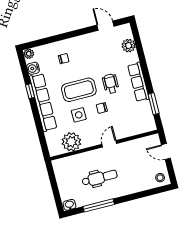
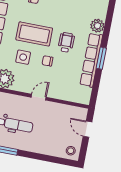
plant: (129, 46) -> (97, 26), moved
row of seats: (138, 82) -> (91, 60), width x1.36
window: (154, 104) -> (101, 58), moved

